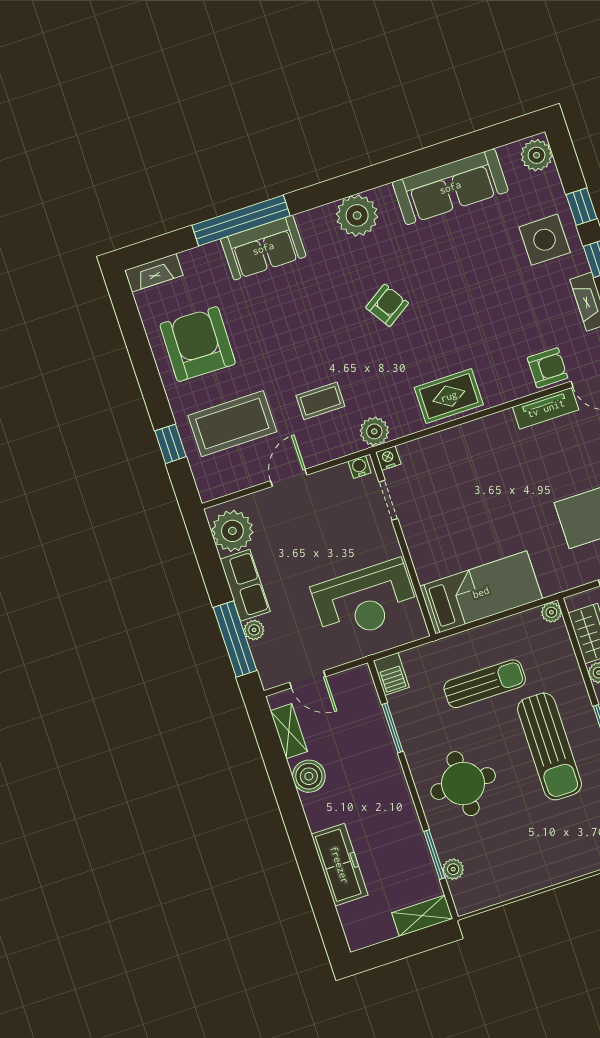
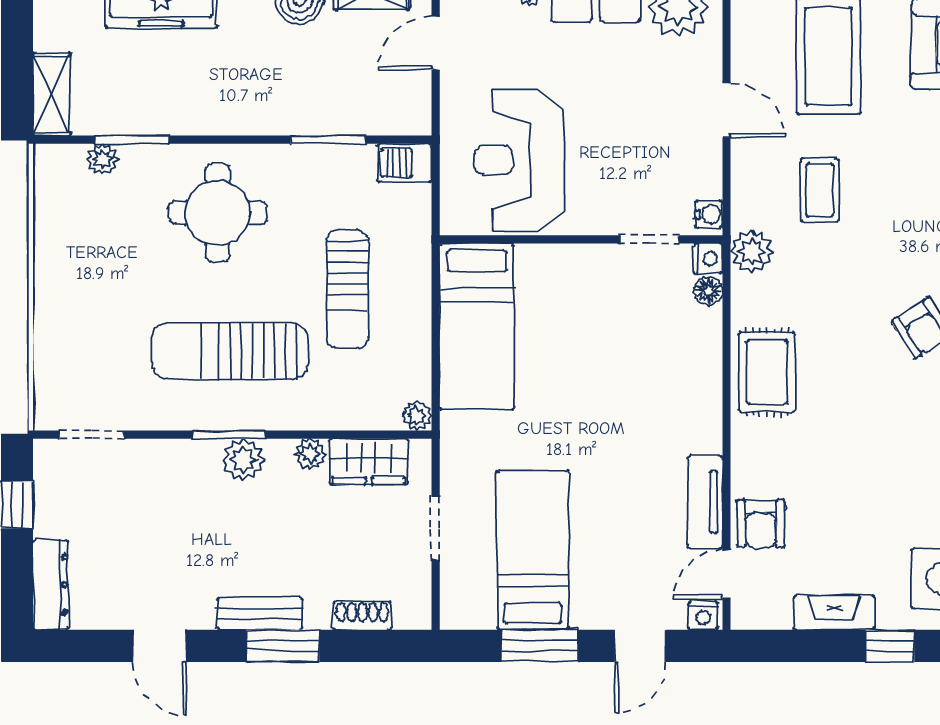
floor lamp: (409, 451) -> (708, 291), added

